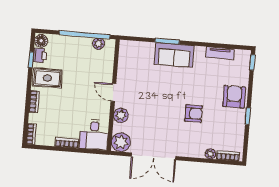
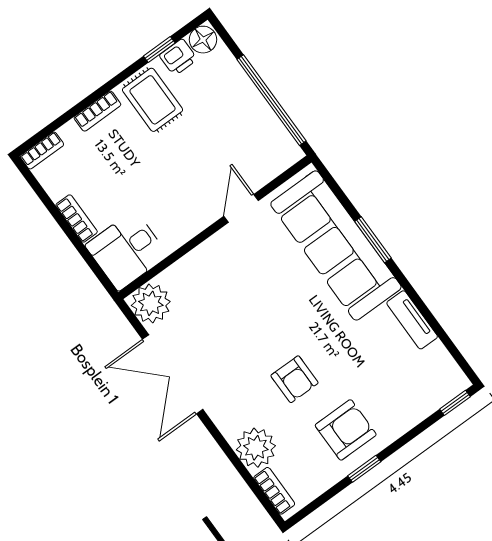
plant: (98, 44) -> (276, 134), removed
tv unit: (220, 53) -> (412, 320), moved
sofa: (174, 55) -> (336, 246), width x1.85, depth x1.27
door: (113, 92) -> (241, 208), moved
armchair: (234, 97) -> (346, 430), moved
plant: (121, 115) -> (193, 267), removed
plant: (210, 154) -> (256, 448), width x1.87, depth x1.87

